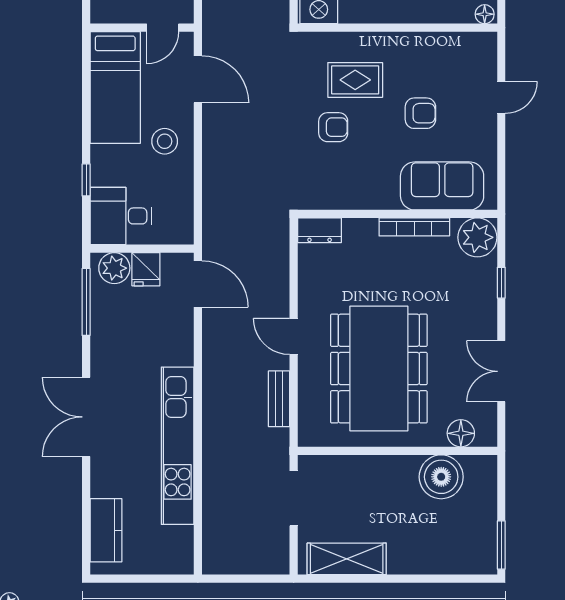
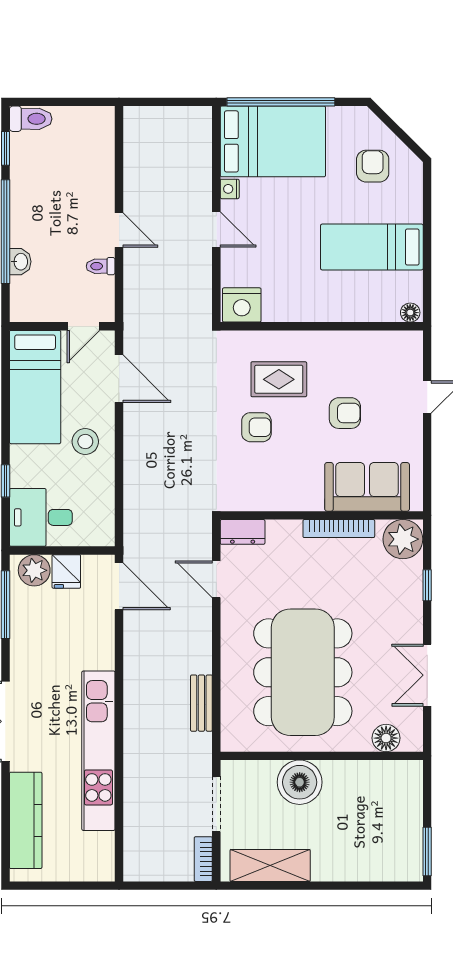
door: (294, 336) -> (216, 579), moved
boiler: (441, 477) -> (300, 782), moved
kitchen counter: (106, 530) -> (26, 820), width x1.50
bookcase: (281, 553) -> (203, 859), added

